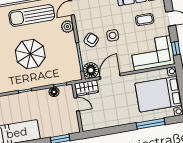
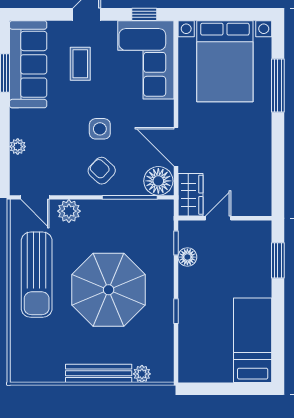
parasol: (30, 54) -> (109, 290), width x1.36, depth x1.36

